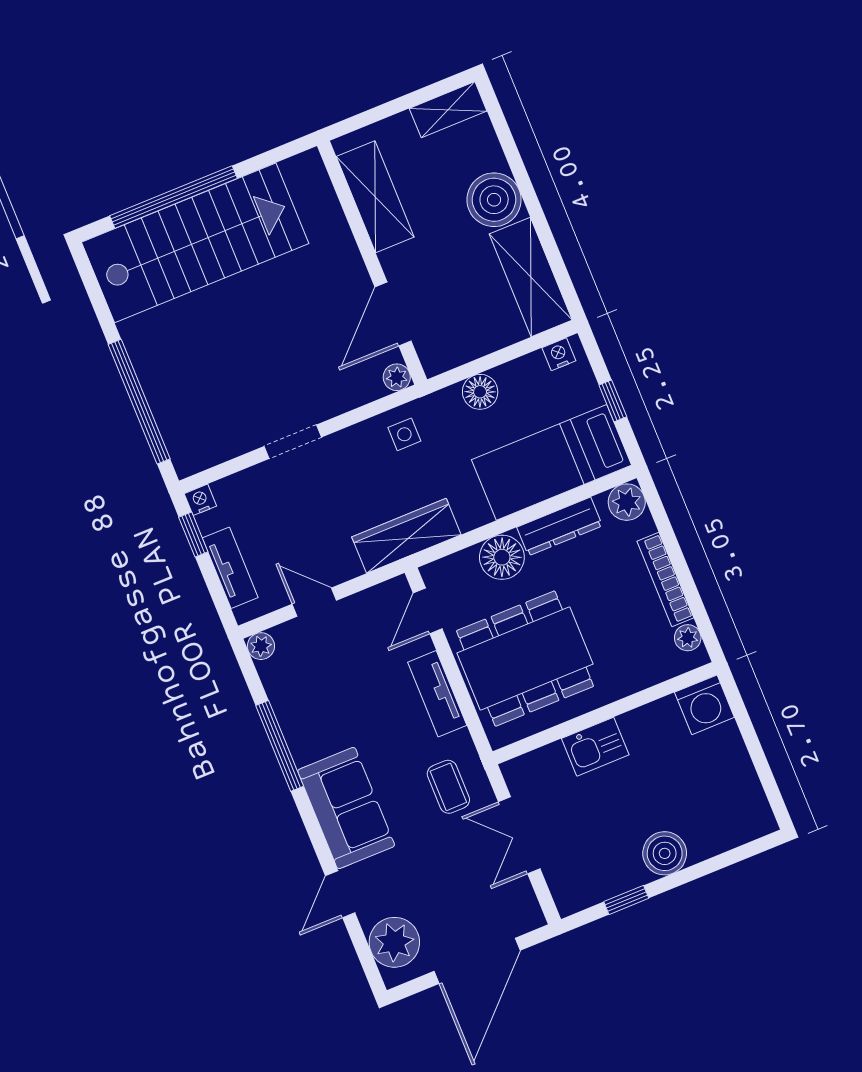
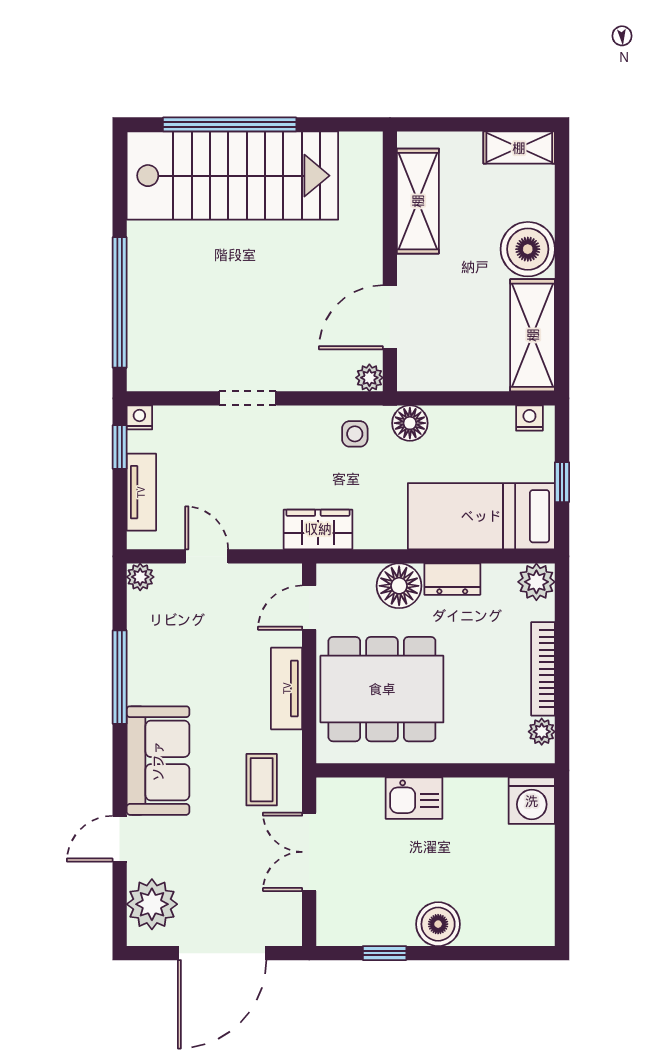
floor lamp: (480, 392) -> (410, 423), moved
dresser: (560, 527) -> (452, 579), width x0.70
wardrobe: (406, 536) -> (318, 529), width x0.67

